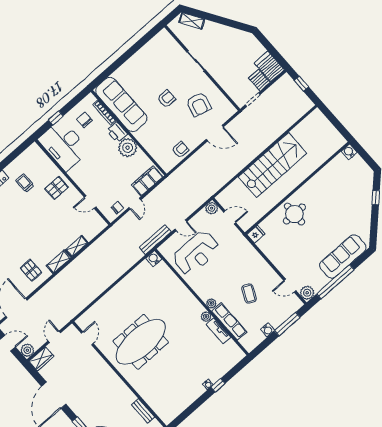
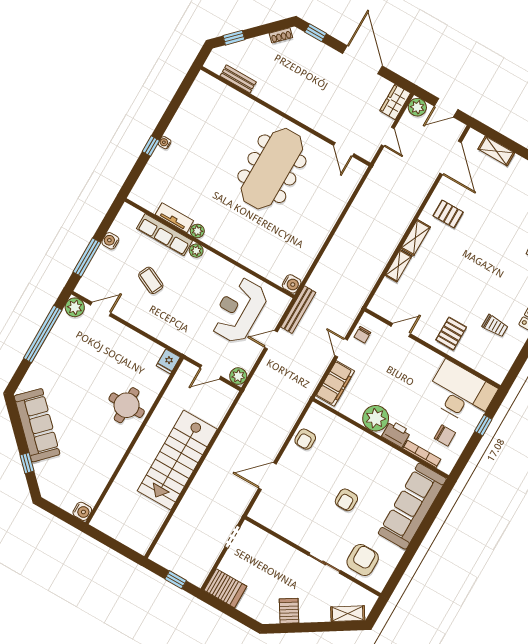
server rack: (259, 80) -> (289, 611), moved, turned -122
armchair: (199, 104) -> (363, 560), moved, turned 75
sofa: (121, 105) -> (412, 506), moved, turned 90
sofa: (343, 256) -> (37, 425), moved, turned -45

